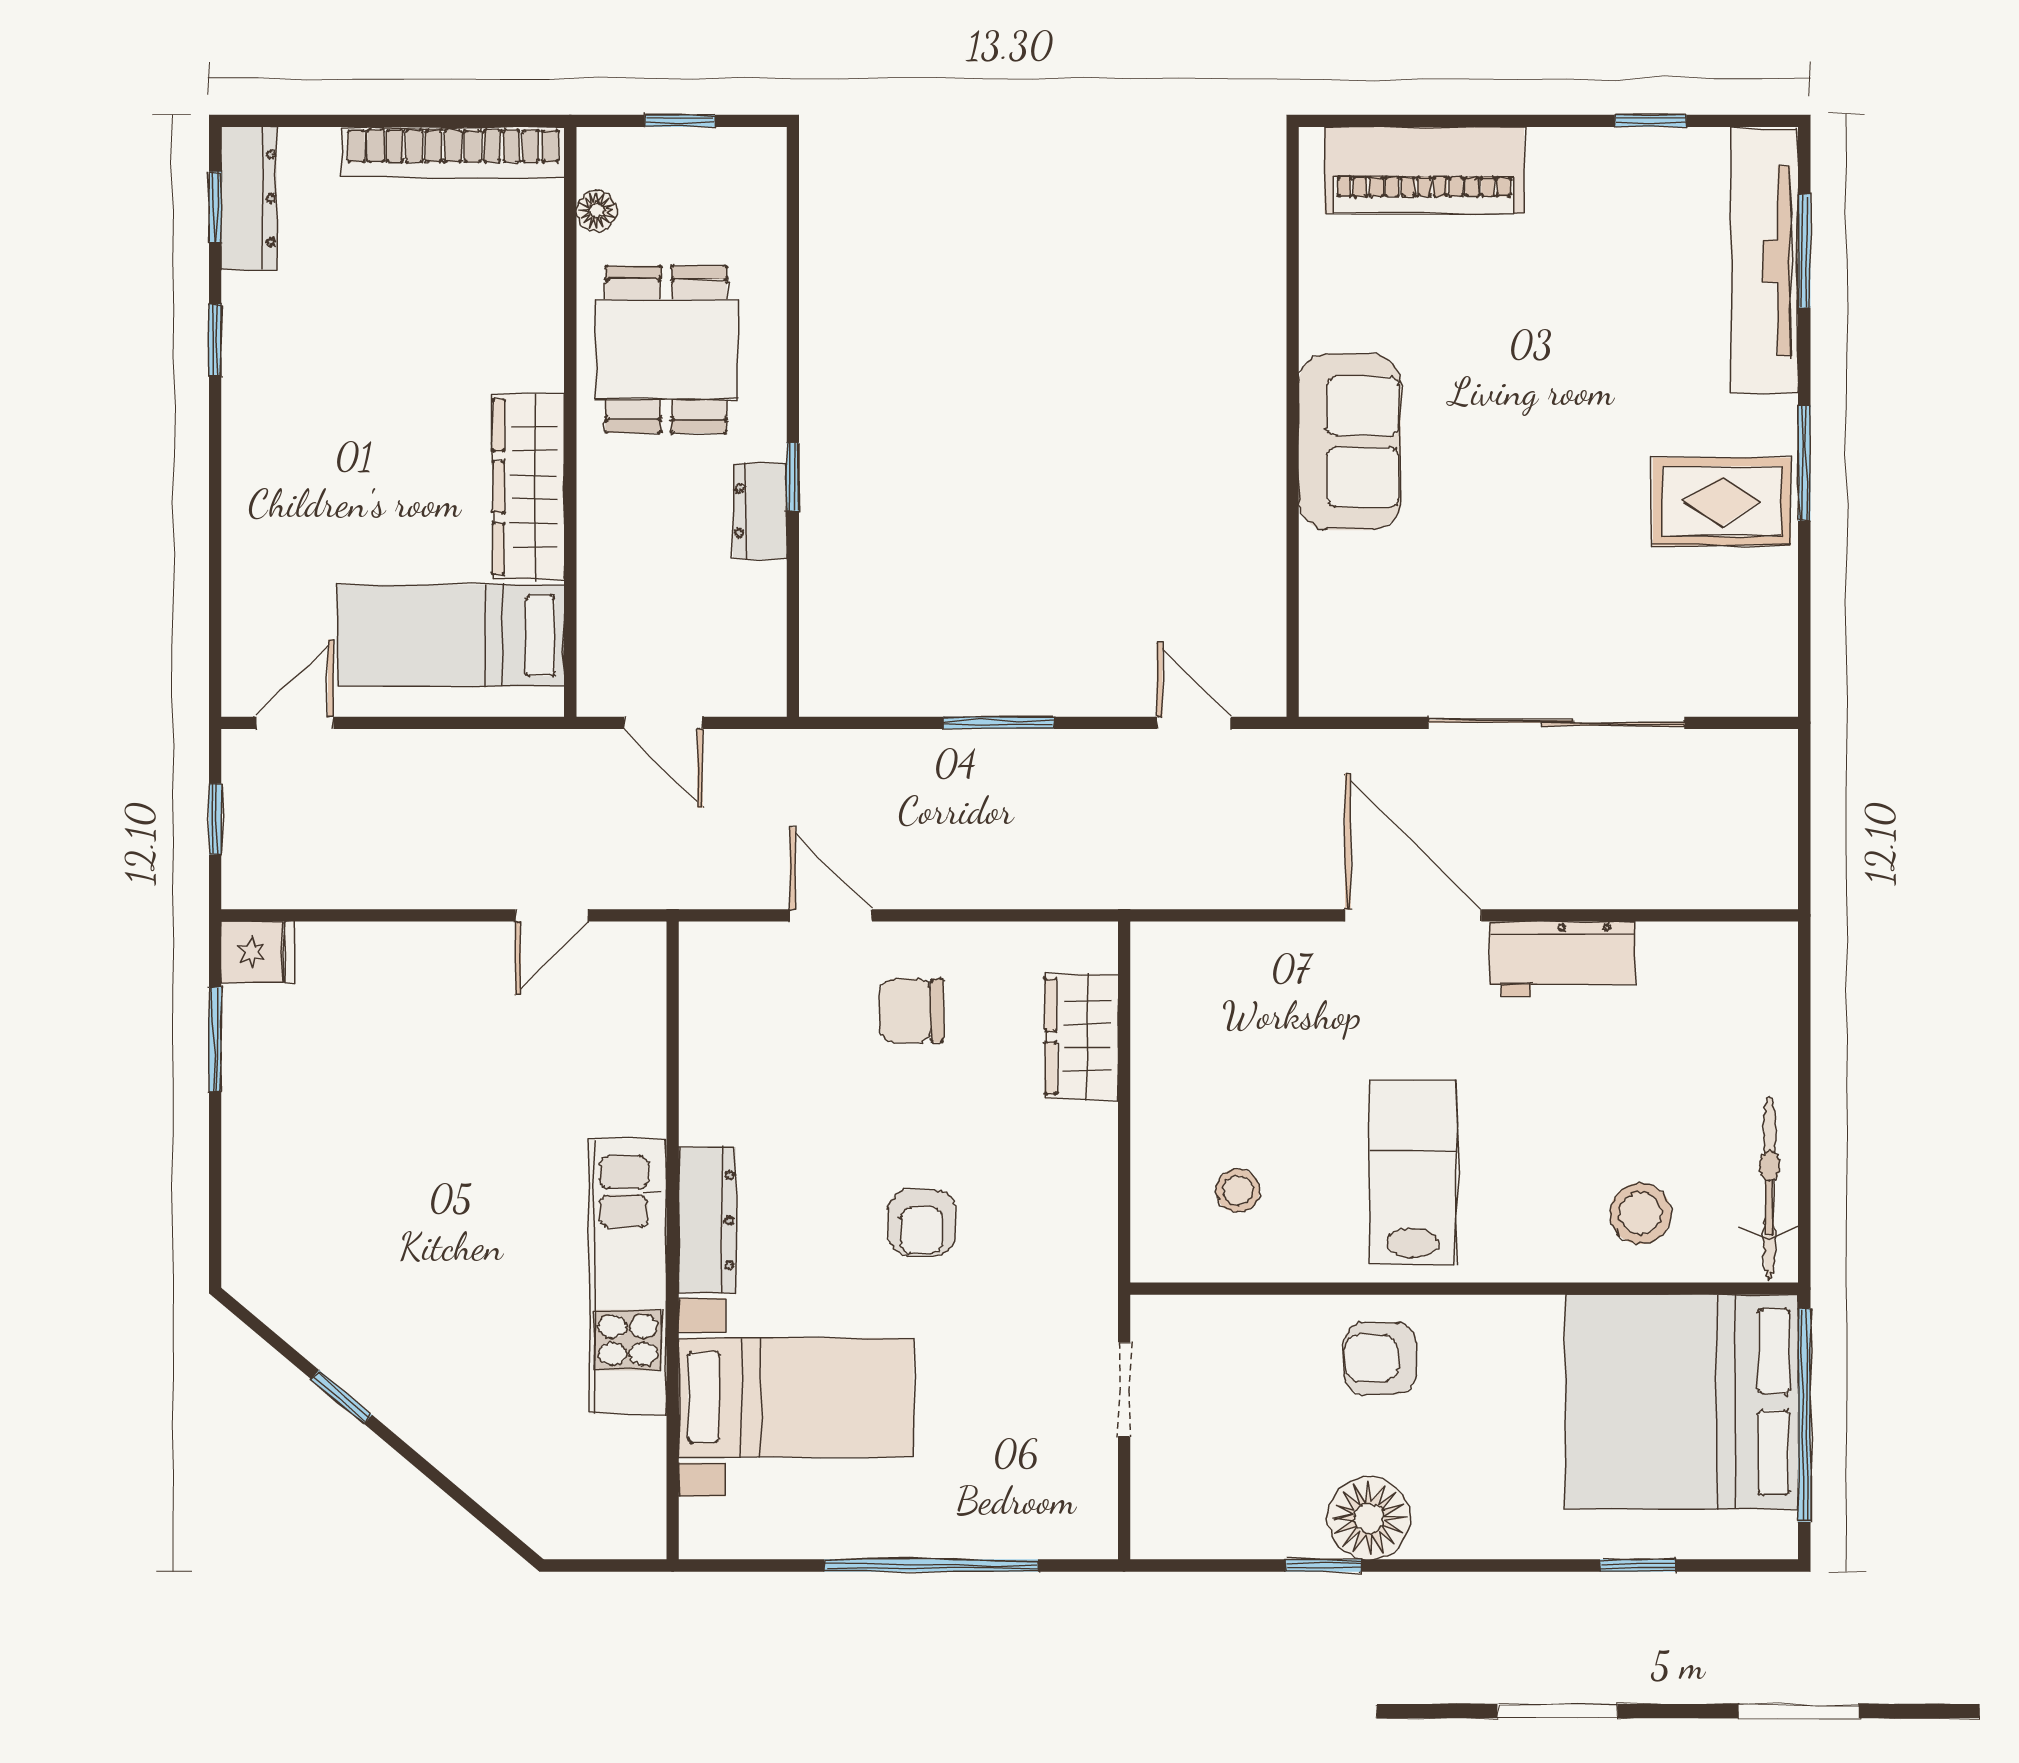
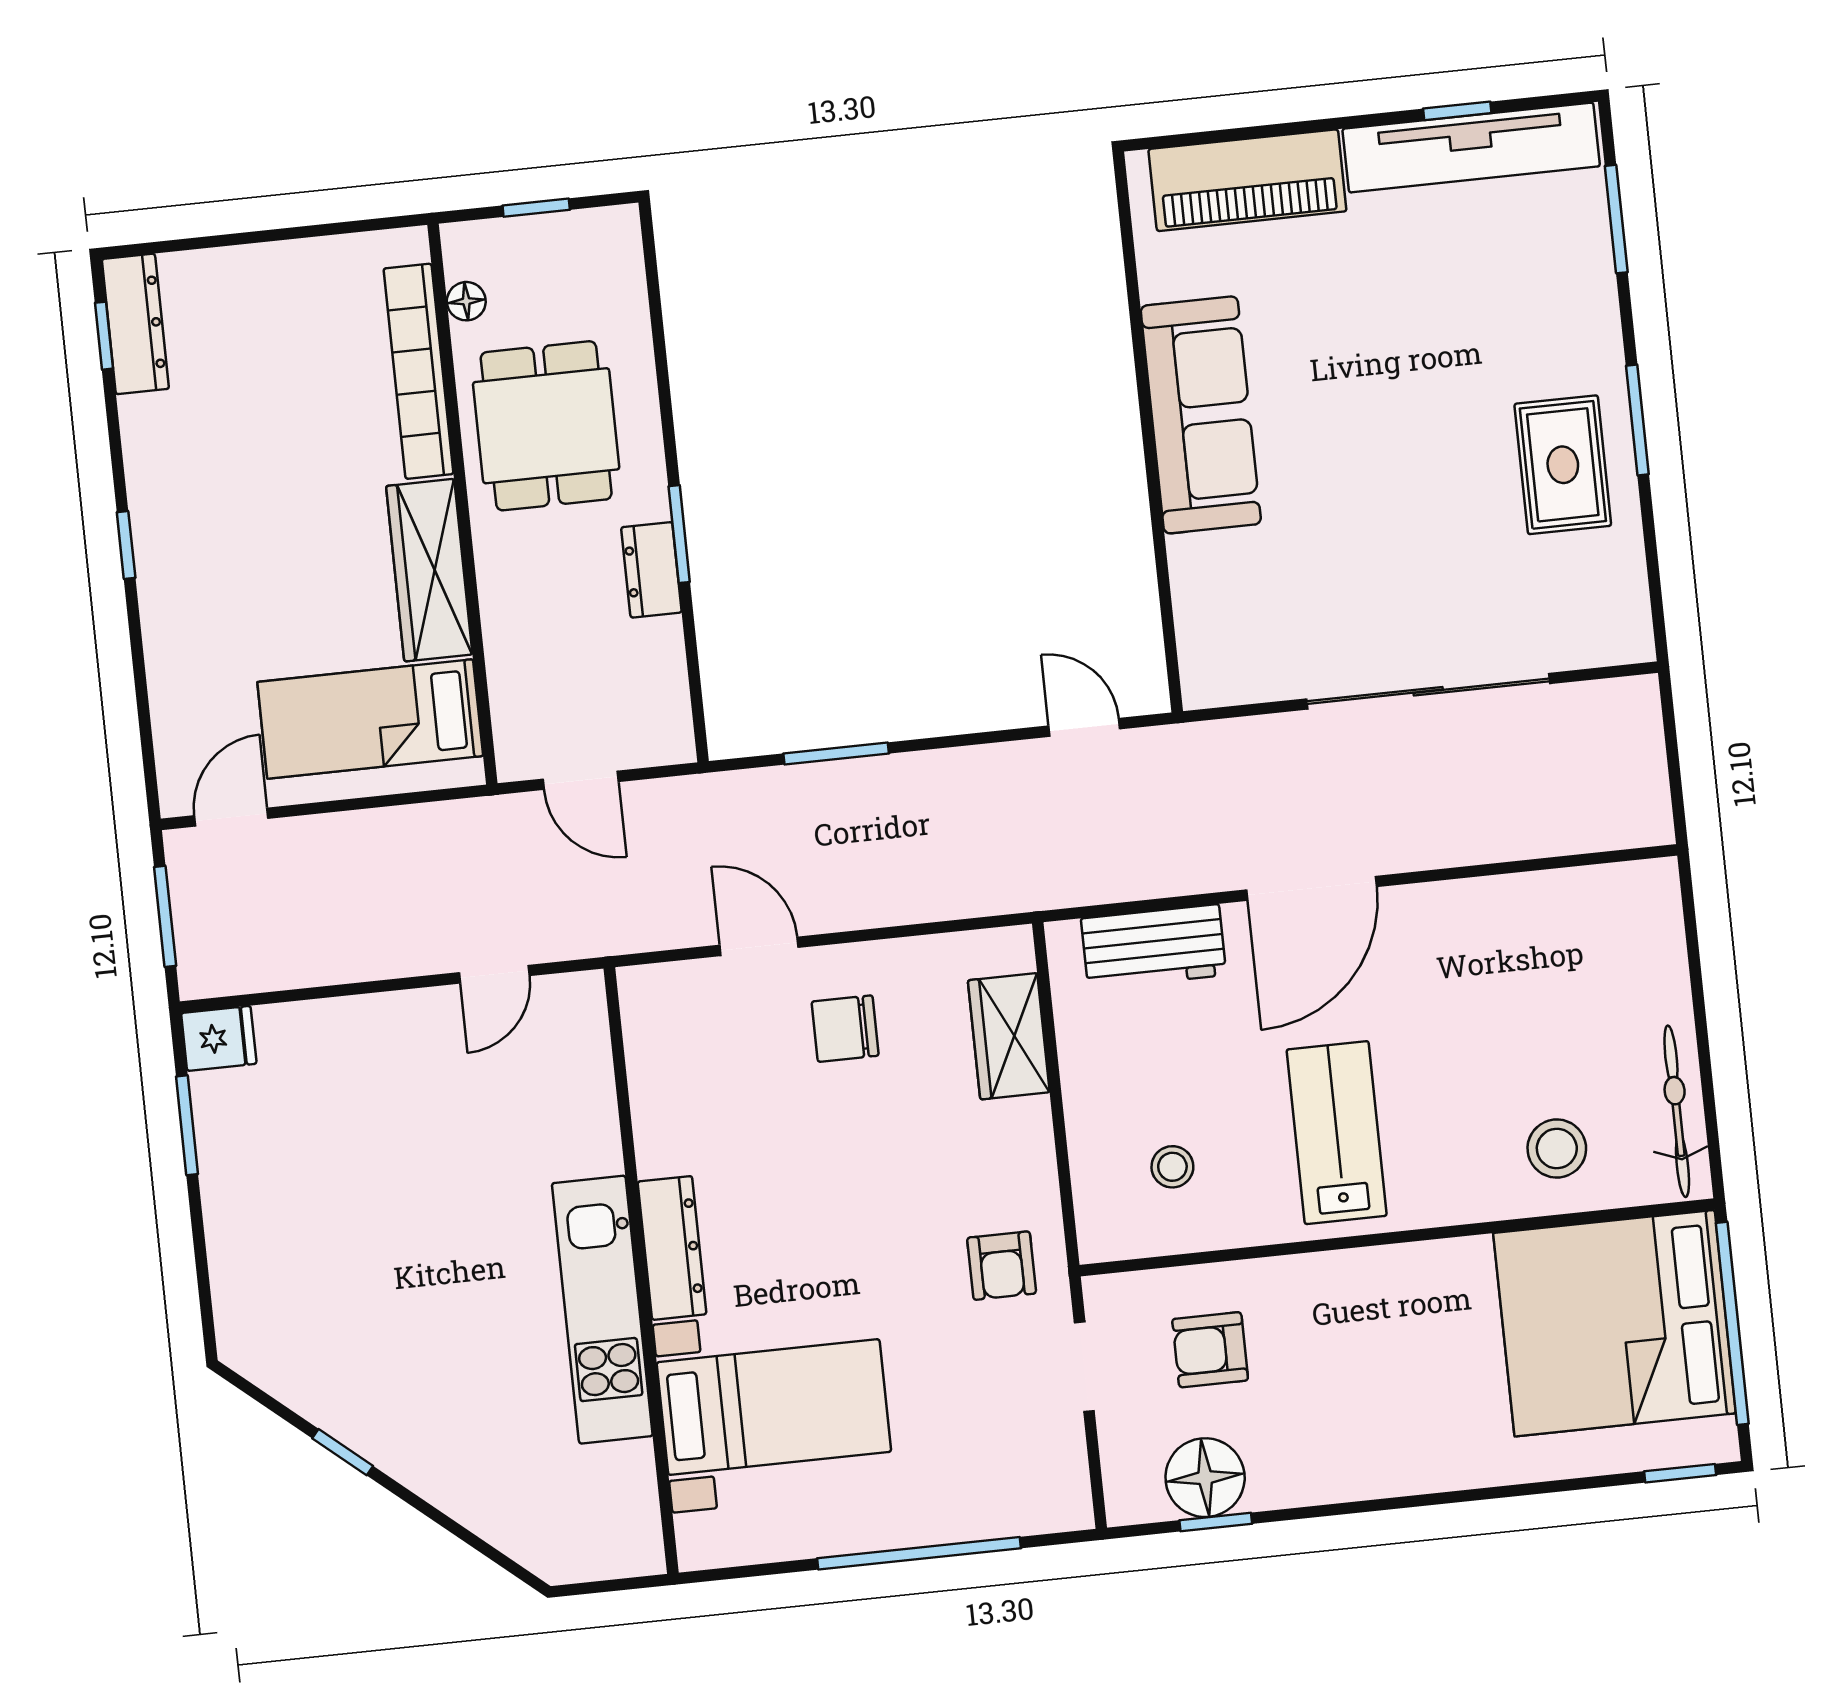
bookcase: (453, 152) -> (418, 371), moved, turned 90
tv unit: (1764, 261) -> (1471, 148), moved, turned -90
window: (215, 340) -> (126, 545), moved
sofa: (1350, 442) -> (1201, 415), width x1.36
window: (793, 477) -> (679, 534), width x1.50
rug: (1722, 501) -> (1563, 465), turned 90
window: (999, 723) -> (836, 753), moved
window: (215, 819) -> (165, 916), width x1.50
door: (1413, 915) -> (1312, 888), swing flipped
workbench: (1563, 959) -> (1154, 947), moved
armchair: (922, 1222) -> (1002, 1266), moved
armchair: (1380, 1358) -> (1210, 1350), moved
floor lamp: (1369, 1518) -> (1205, 1478), moved
window: (1324, 1566) -> (1216, 1522), moved
window: (1638, 1566) -> (1680, 1473), moved

